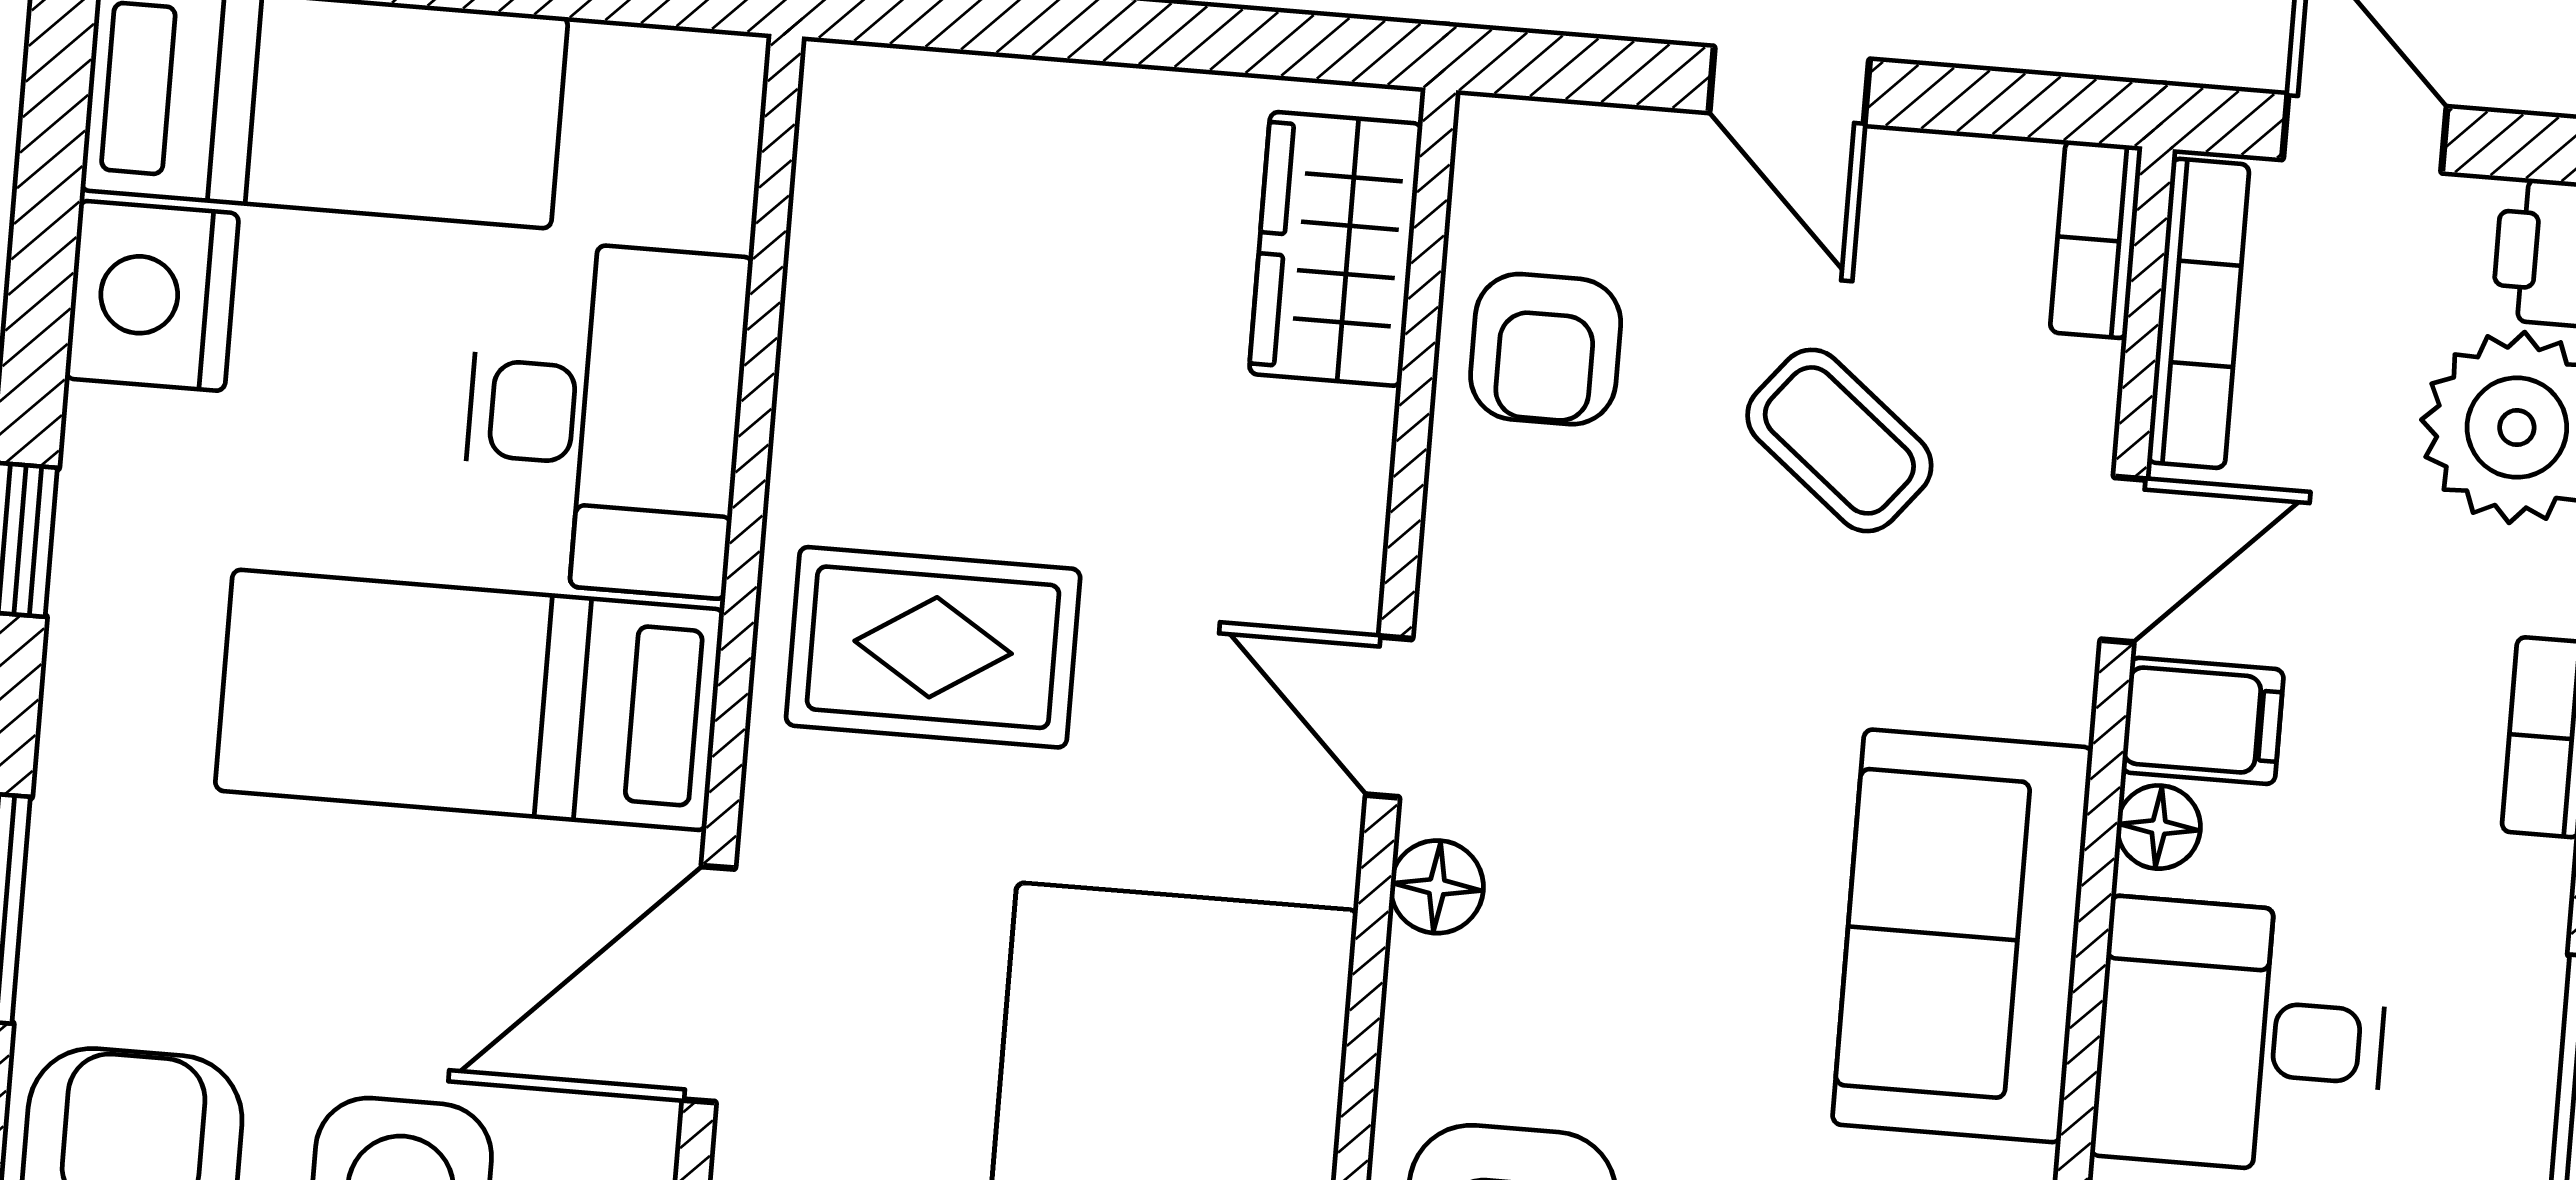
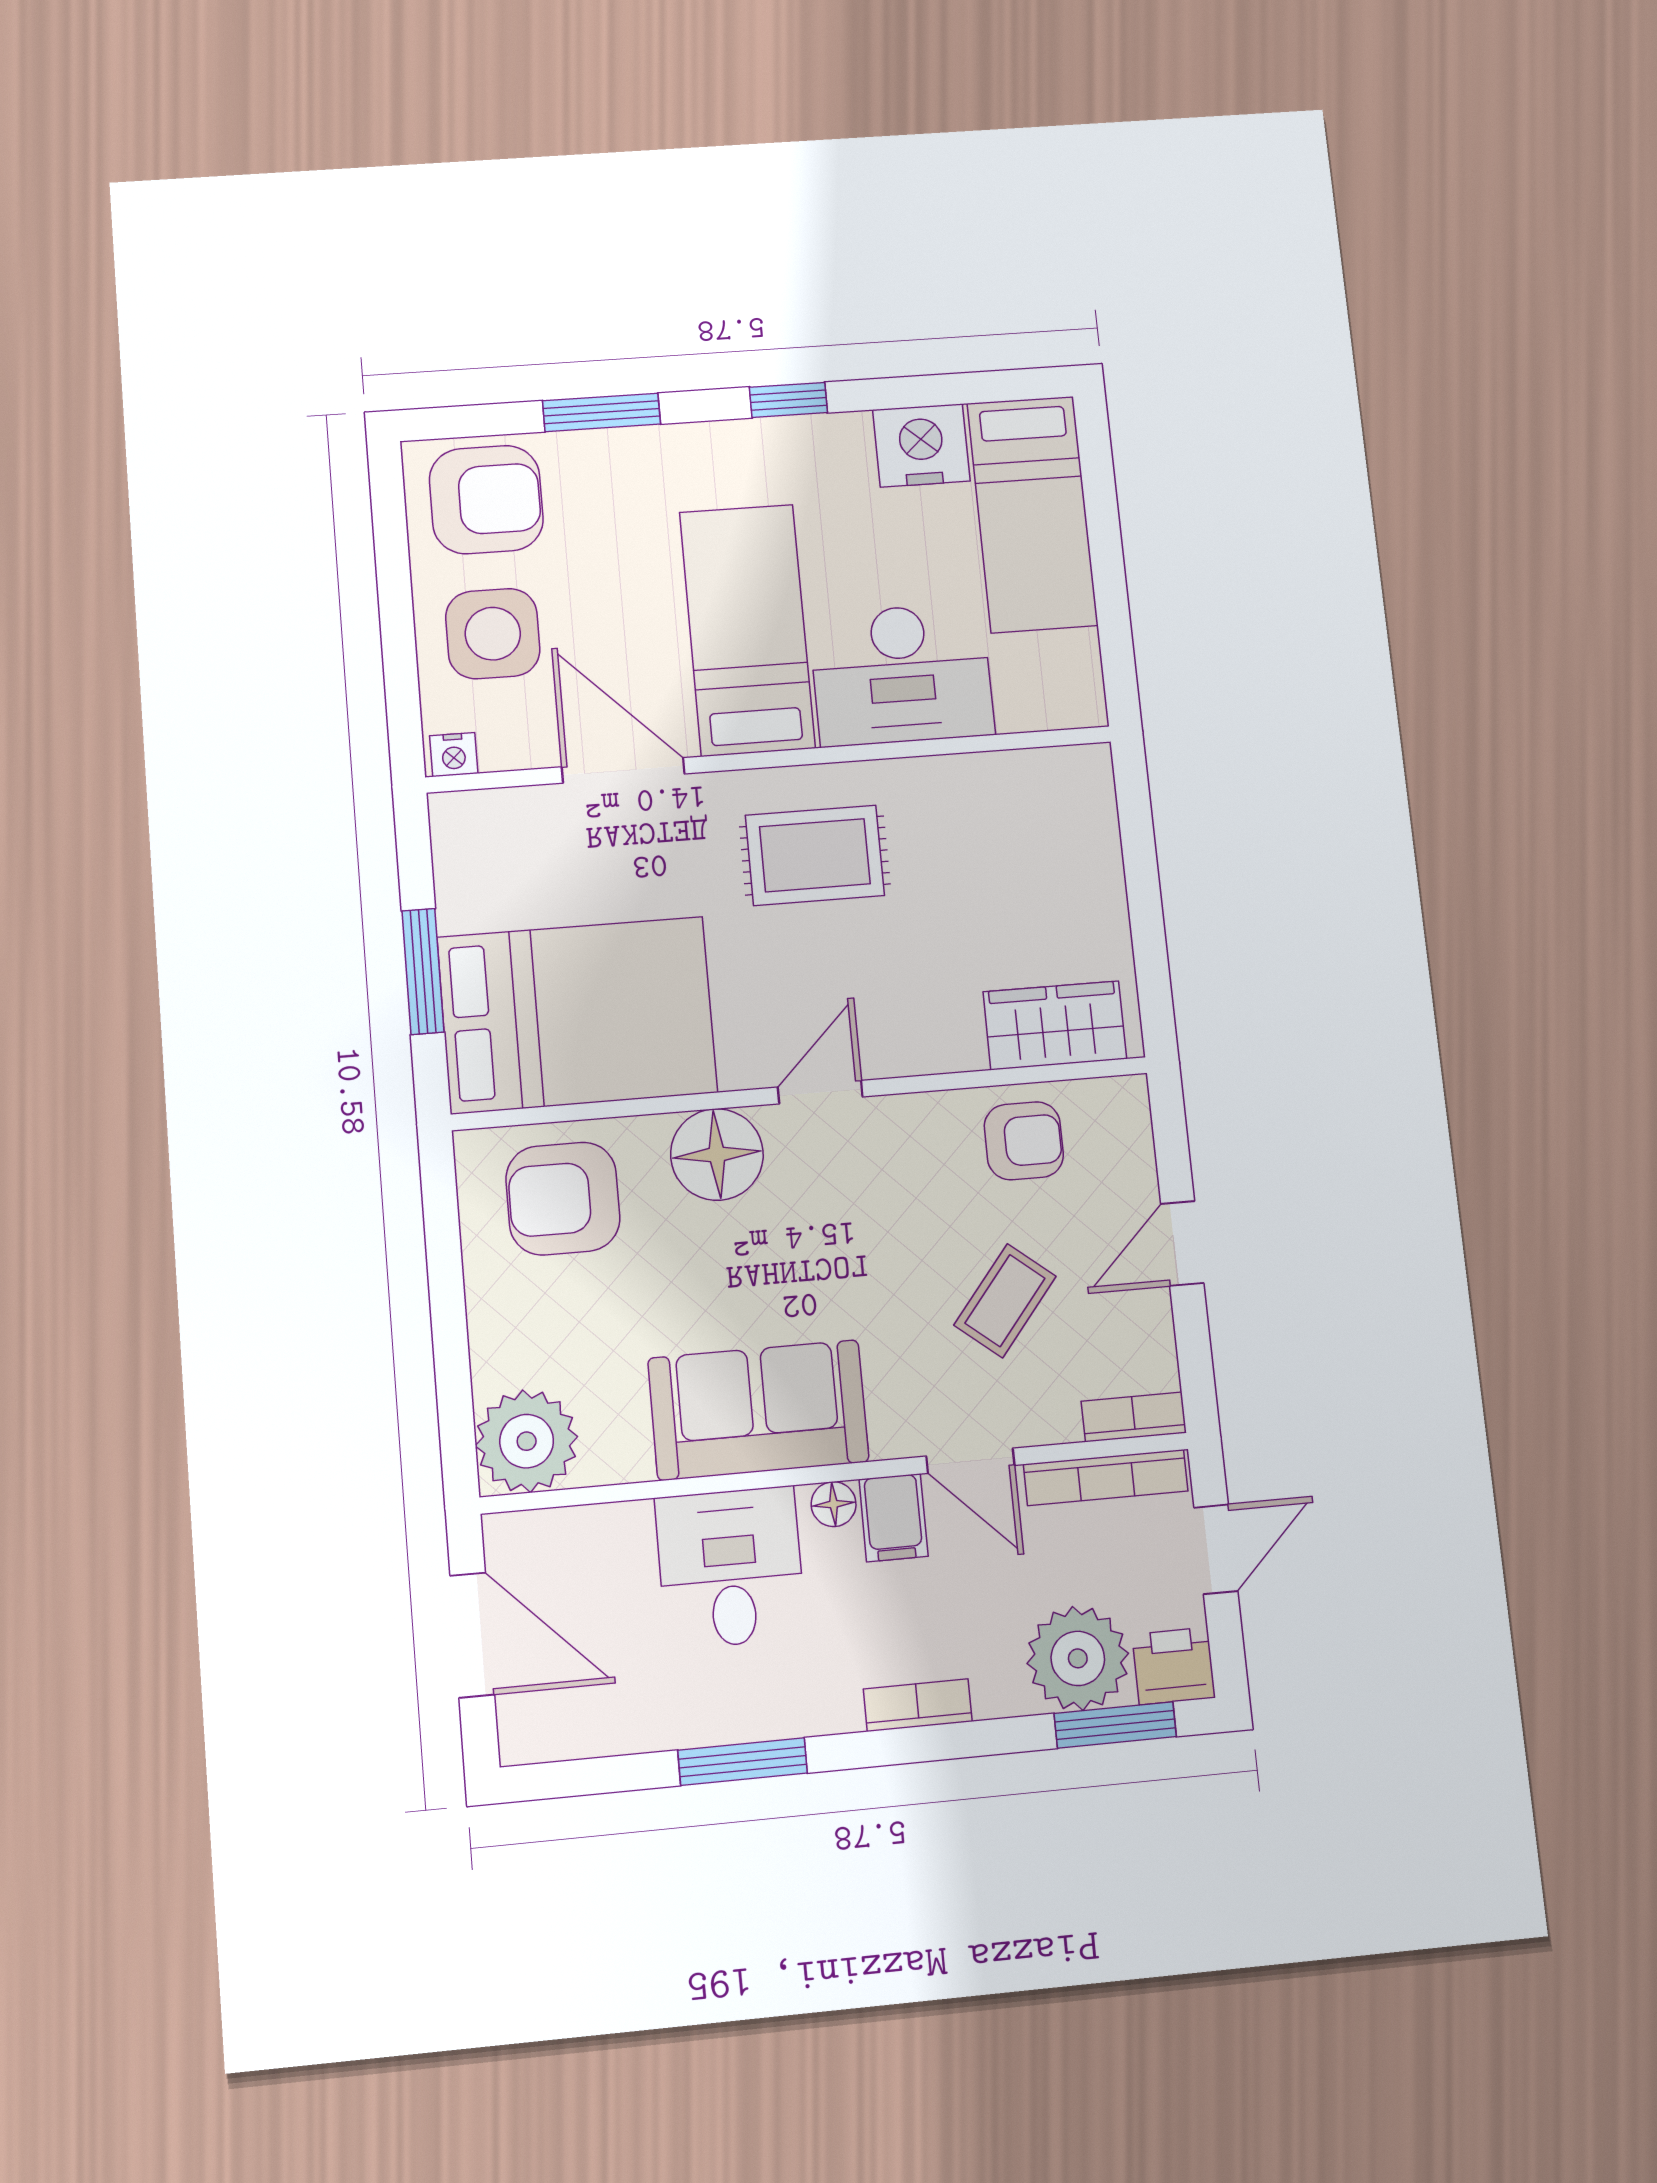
armchair: (1546, 349) -> (1024, 1141), turned 180
rug: (933, 647) -> (815, 855), turned 90
floor lamp: (1437, 887) -> (717, 1154), width x1.89, depth x1.89

